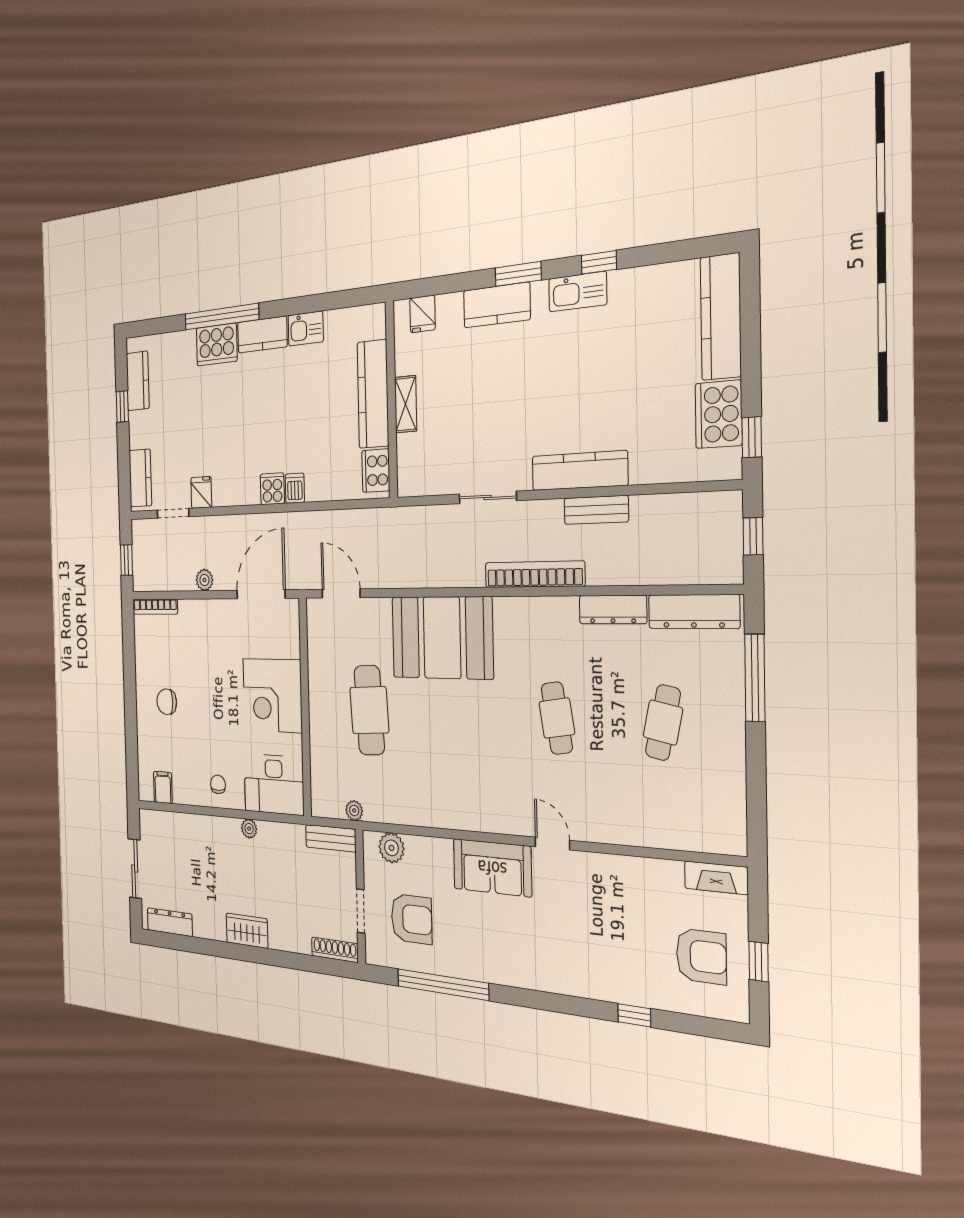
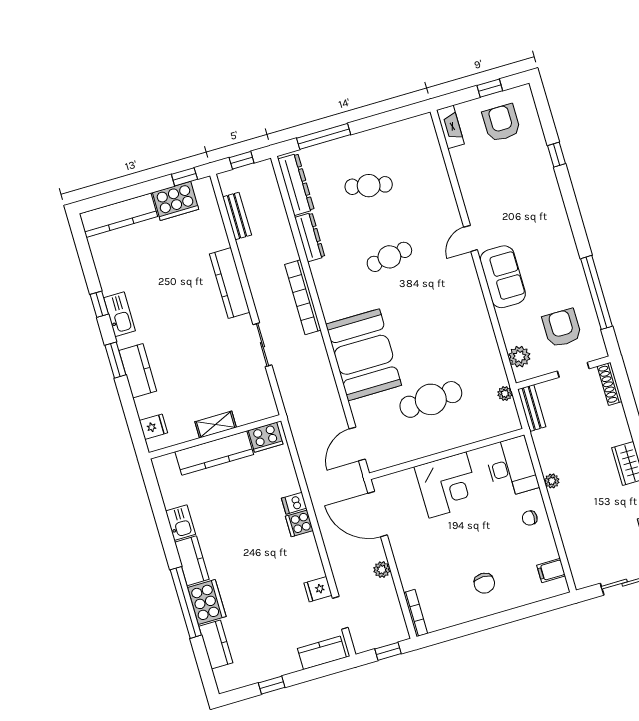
kitchen counter: (138, 381) -> (216, 645), moved, turned 90
bench: (596, 510) -> (237, 216), moved

